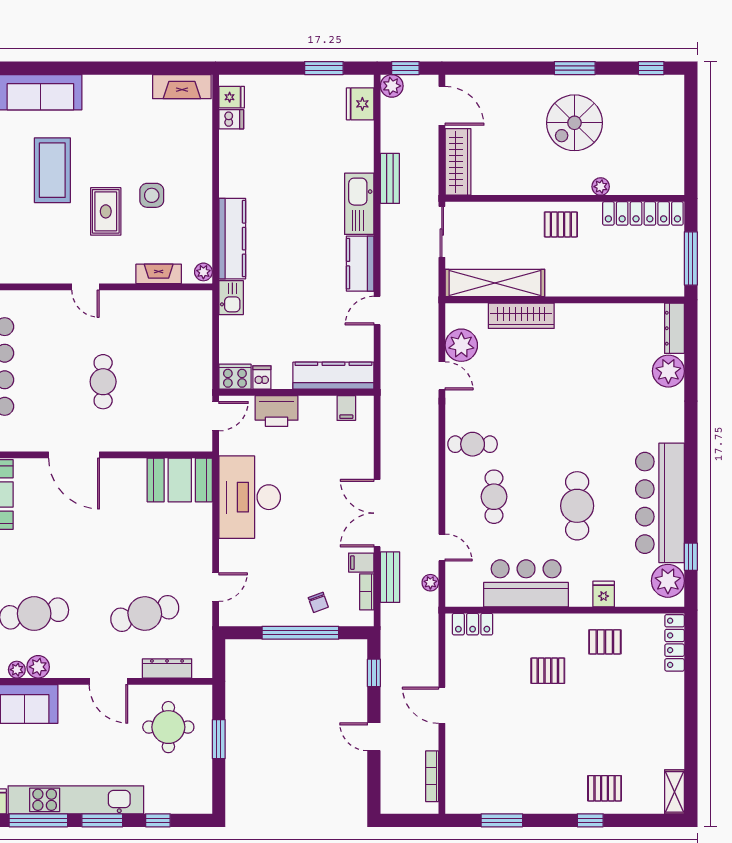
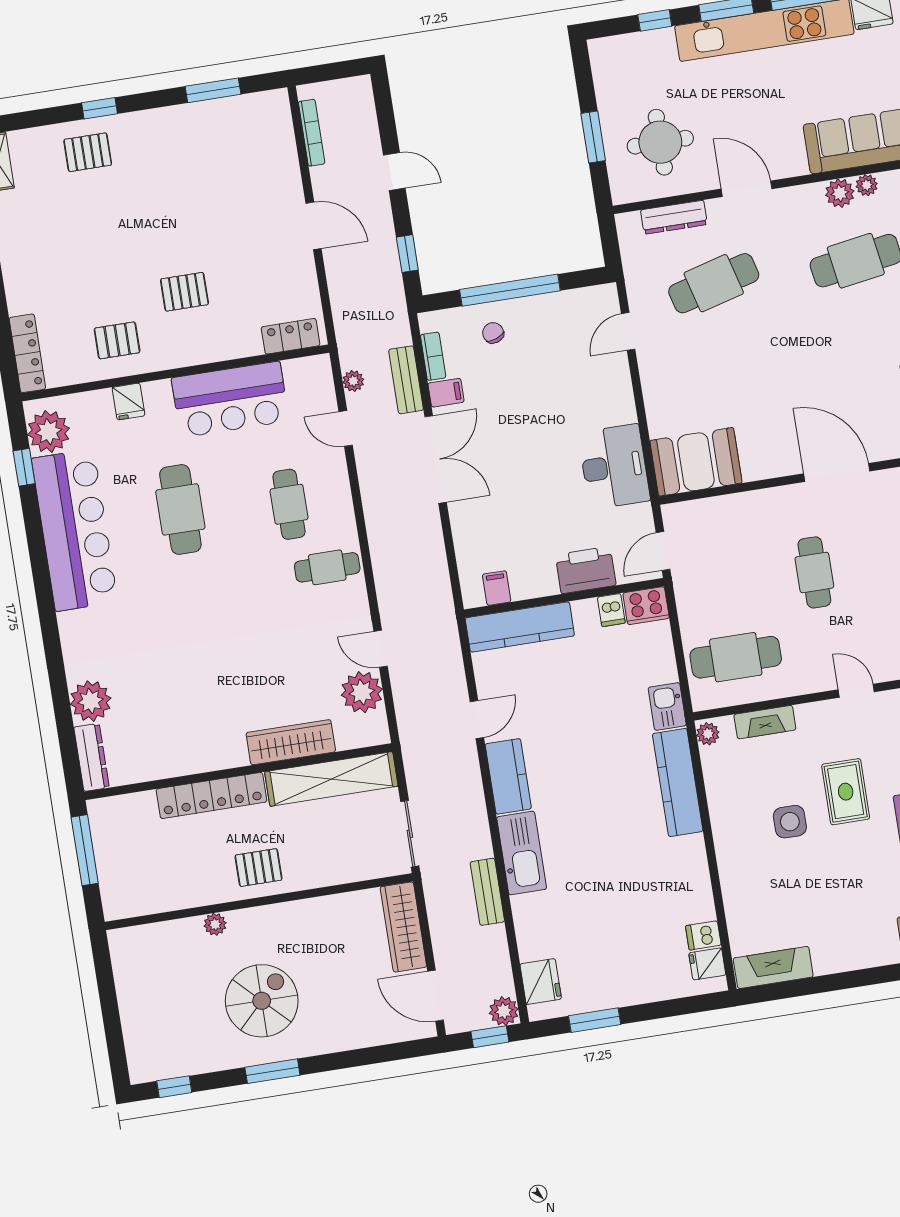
locker: (643, 213) -> (211, 795), moved, turned 180
cafe table: (173, 327) -> (736, 657), added
desk: (250, 497) -> (614, 467), width x0.73, depth x0.77

